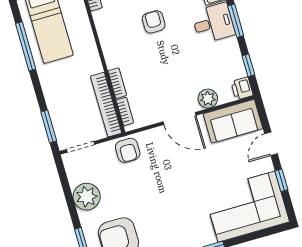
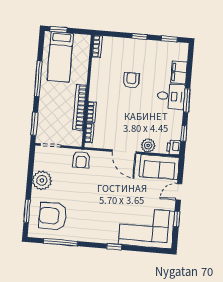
window: (26, 46) -> (38, 79), moved
bookcase: (106, 105) -> (80, 107), moved

